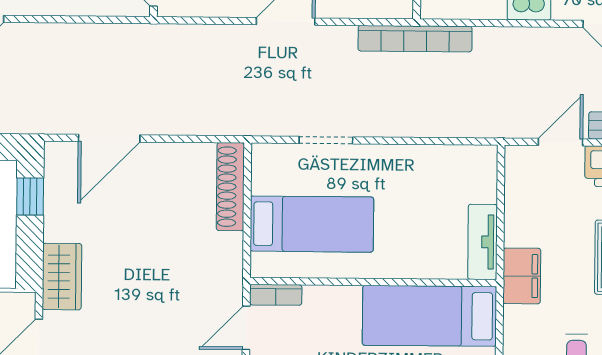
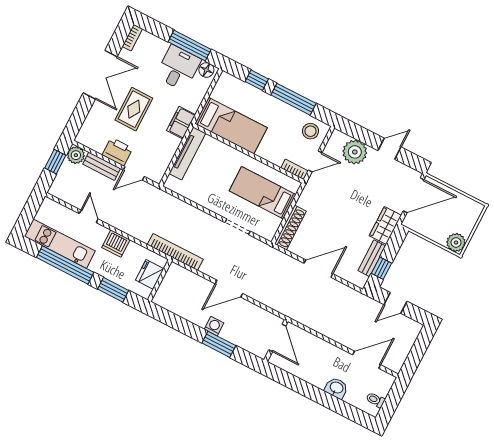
door: (109, 138) -> (318, 269), moved
bench: (57, 205) -> (372, 258), added
tv unit: (482, 242) -> (187, 153), width x1.41

